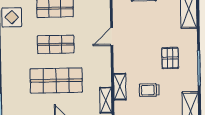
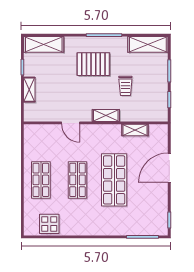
pallet: (170, 58) -> (93, 64), width x1.50, depth x1.42
shelving: (120, 87) -> (106, 116), moved

